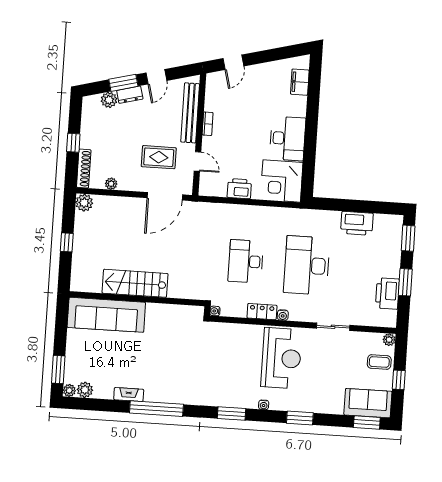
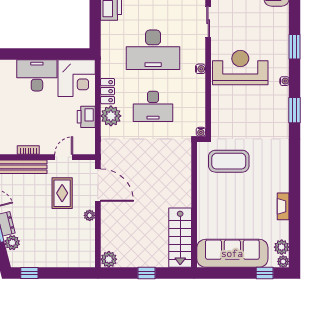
window: (73, 143) -> (29, 273), moved
shoe rack: (84, 169) -> (77, 262), removed
plant: (111, 184) -> (90, 215), moved
plant: (238, 215) -> (111, 116), added
stairs: (135, 283) -> (180, 238), moved
locker: (262, 312) -> (108, 91), moved, turned 180
sofa: (106, 315) -> (232, 253), moved, turned -90
coffee table: (181, 339) -> (229, 161), added
window: (58, 370) -> (265, 273), width x0.67
window: (156, 409) -> (295, 180), removed

